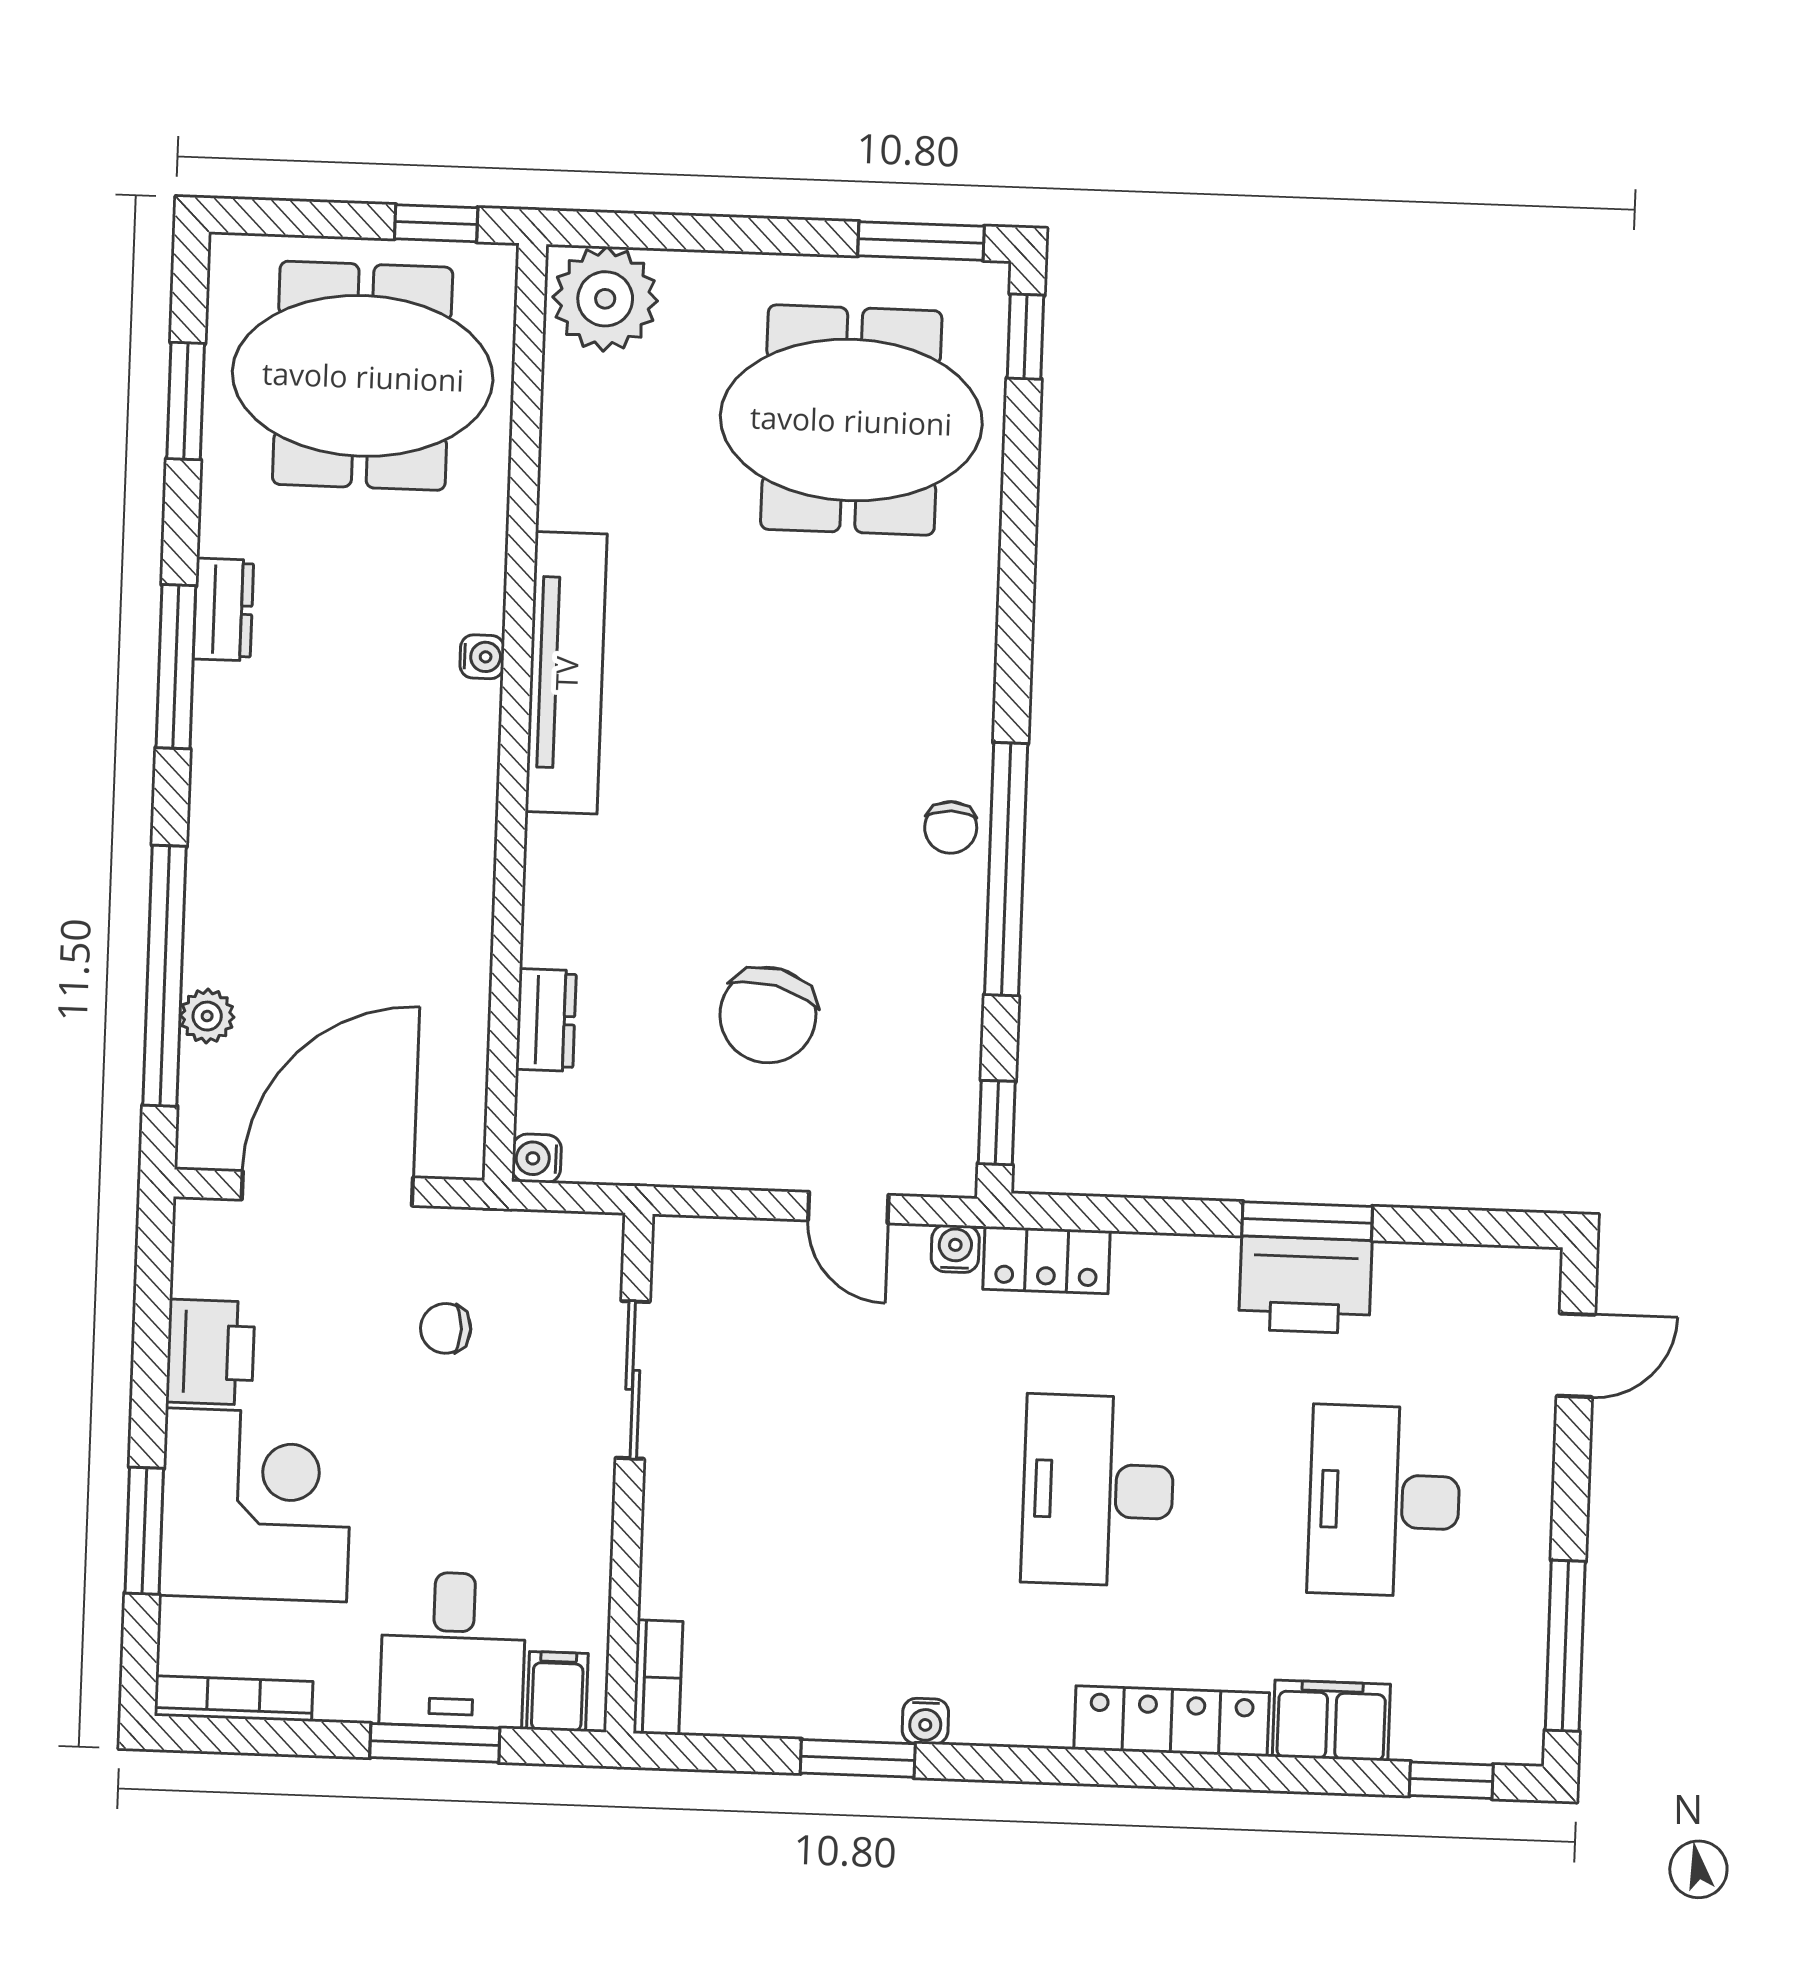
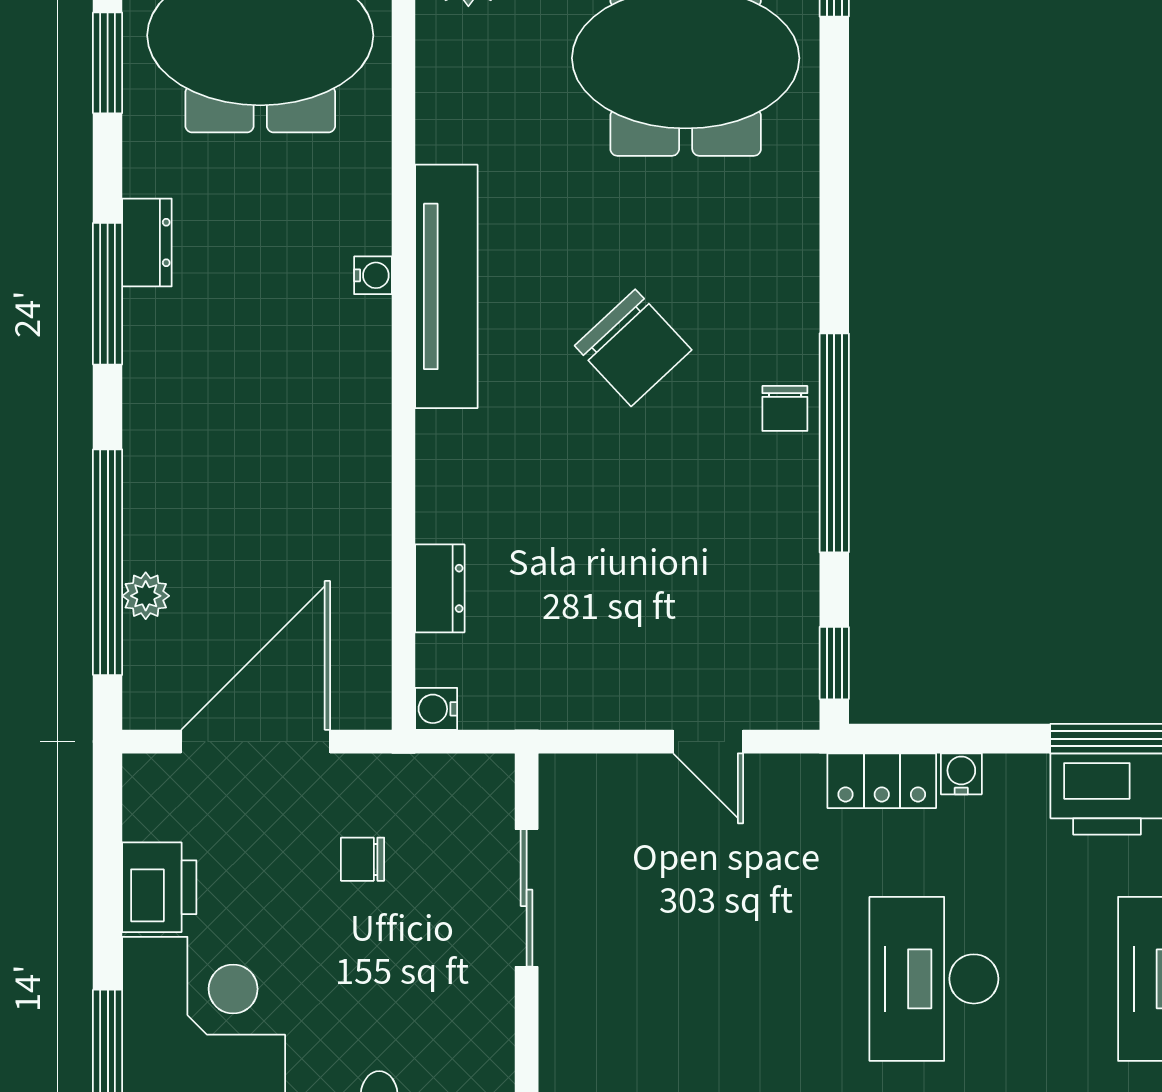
chair: (768, 1015) -> (633, 348), moved, turned -57
water cooler: (955, 1249) -> (961, 774), moved

